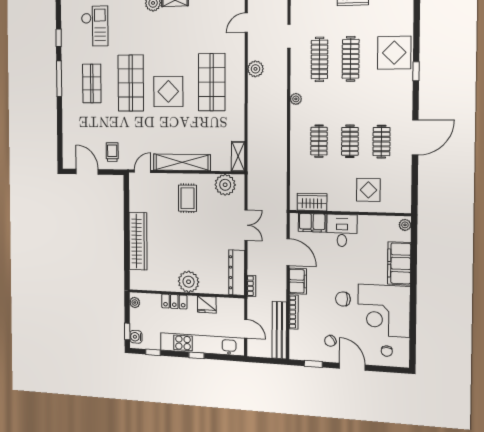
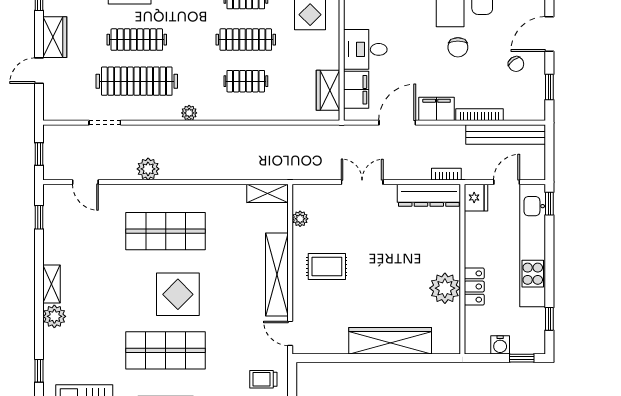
clothes rail: (319, 59) -> (137, 81), width x1.37, depth x1.31
clothes rail: (350, 141) -> (246, 40), width x1.36
plant: (225, 185) -> (300, 219), width x0.53, depth x0.53
plant: (189, 282) -> (445, 288), moved
plant: (135, 303) -> (479, 346), removed
fridge: (207, 305) -> (476, 198), moved
water cooler: (136, 337) -> (500, 345), moved
window: (196, 355) -> (549, 204), moved

